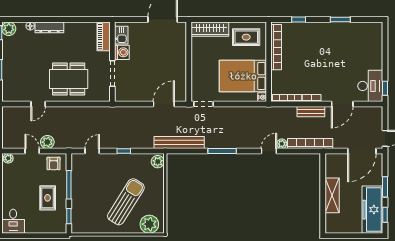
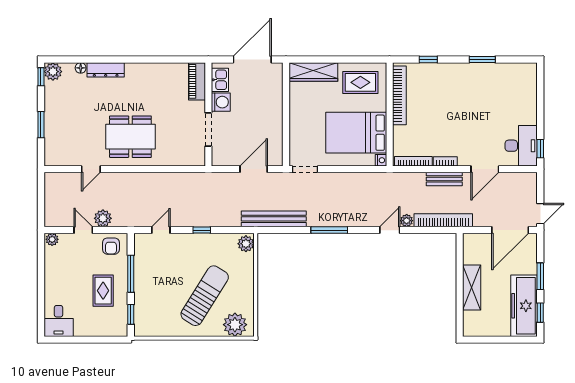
kitchen sink: (121, 35) -> (220, 80), moved
piano: (104, 36) -> (197, 81), moved
washing machine: (122, 52) -> (221, 102), moved
wall: (112, 62) -> (208, 114), moved
doorway: (112, 73) -> (208, 129), moved

